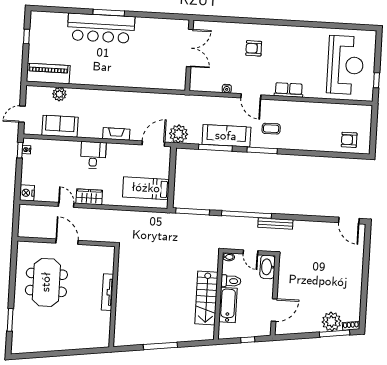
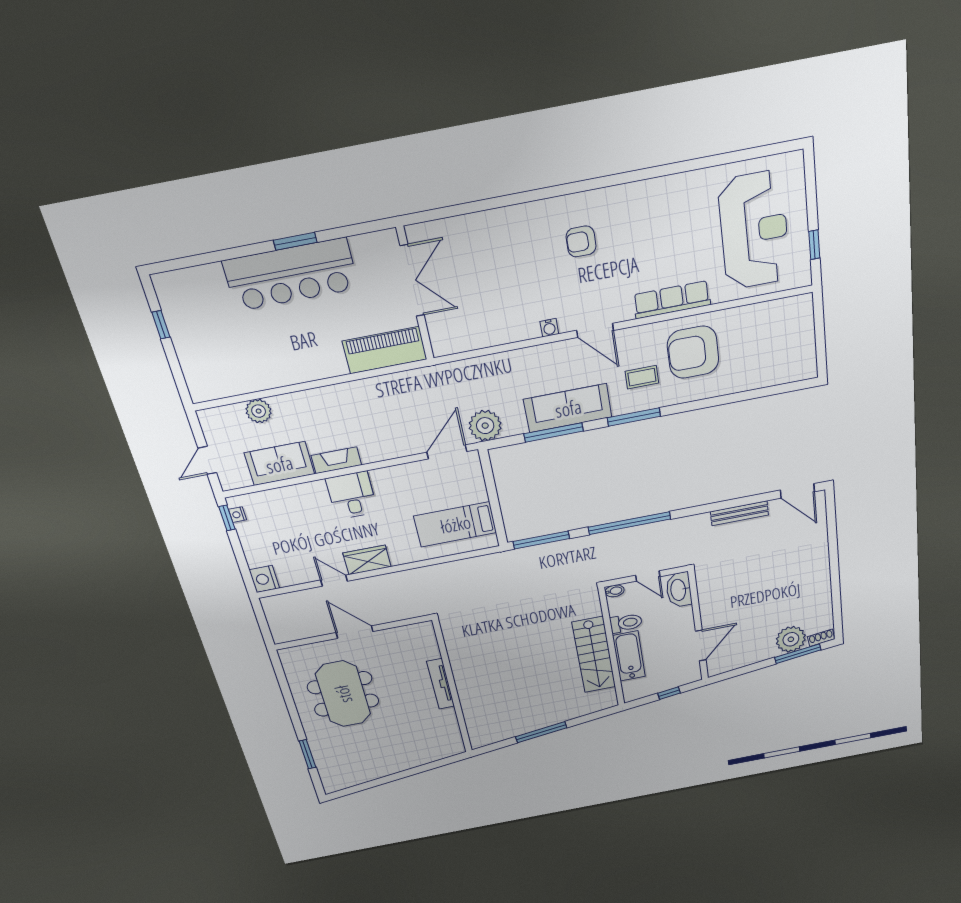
window: (109, 13) -> (295, 241), width x0.69
double door: (190, 48) -> (412, 281), moved
wall: (189, 55) -> (415, 294), moved
piano: (48, 74) -> (385, 350), moved
row of seats: (289, 90) -> (672, 300), width x1.48
fireplace: (116, 134) -> (336, 460), moved
armchair: (349, 140) -> (693, 352), moved, width x1.88, depth x1.88
bench: (275, 224) -> (739, 513), moved

